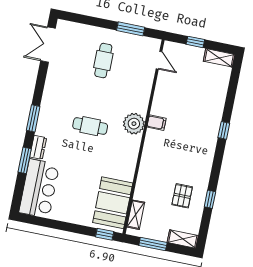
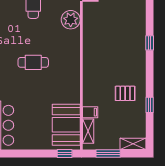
filing cabinet: (157, 123) -> (90, 112), moved
plant: (134, 124) -> (71, 20), moved
pallet: (182, 196) -> (125, 93), moved, turned 90

